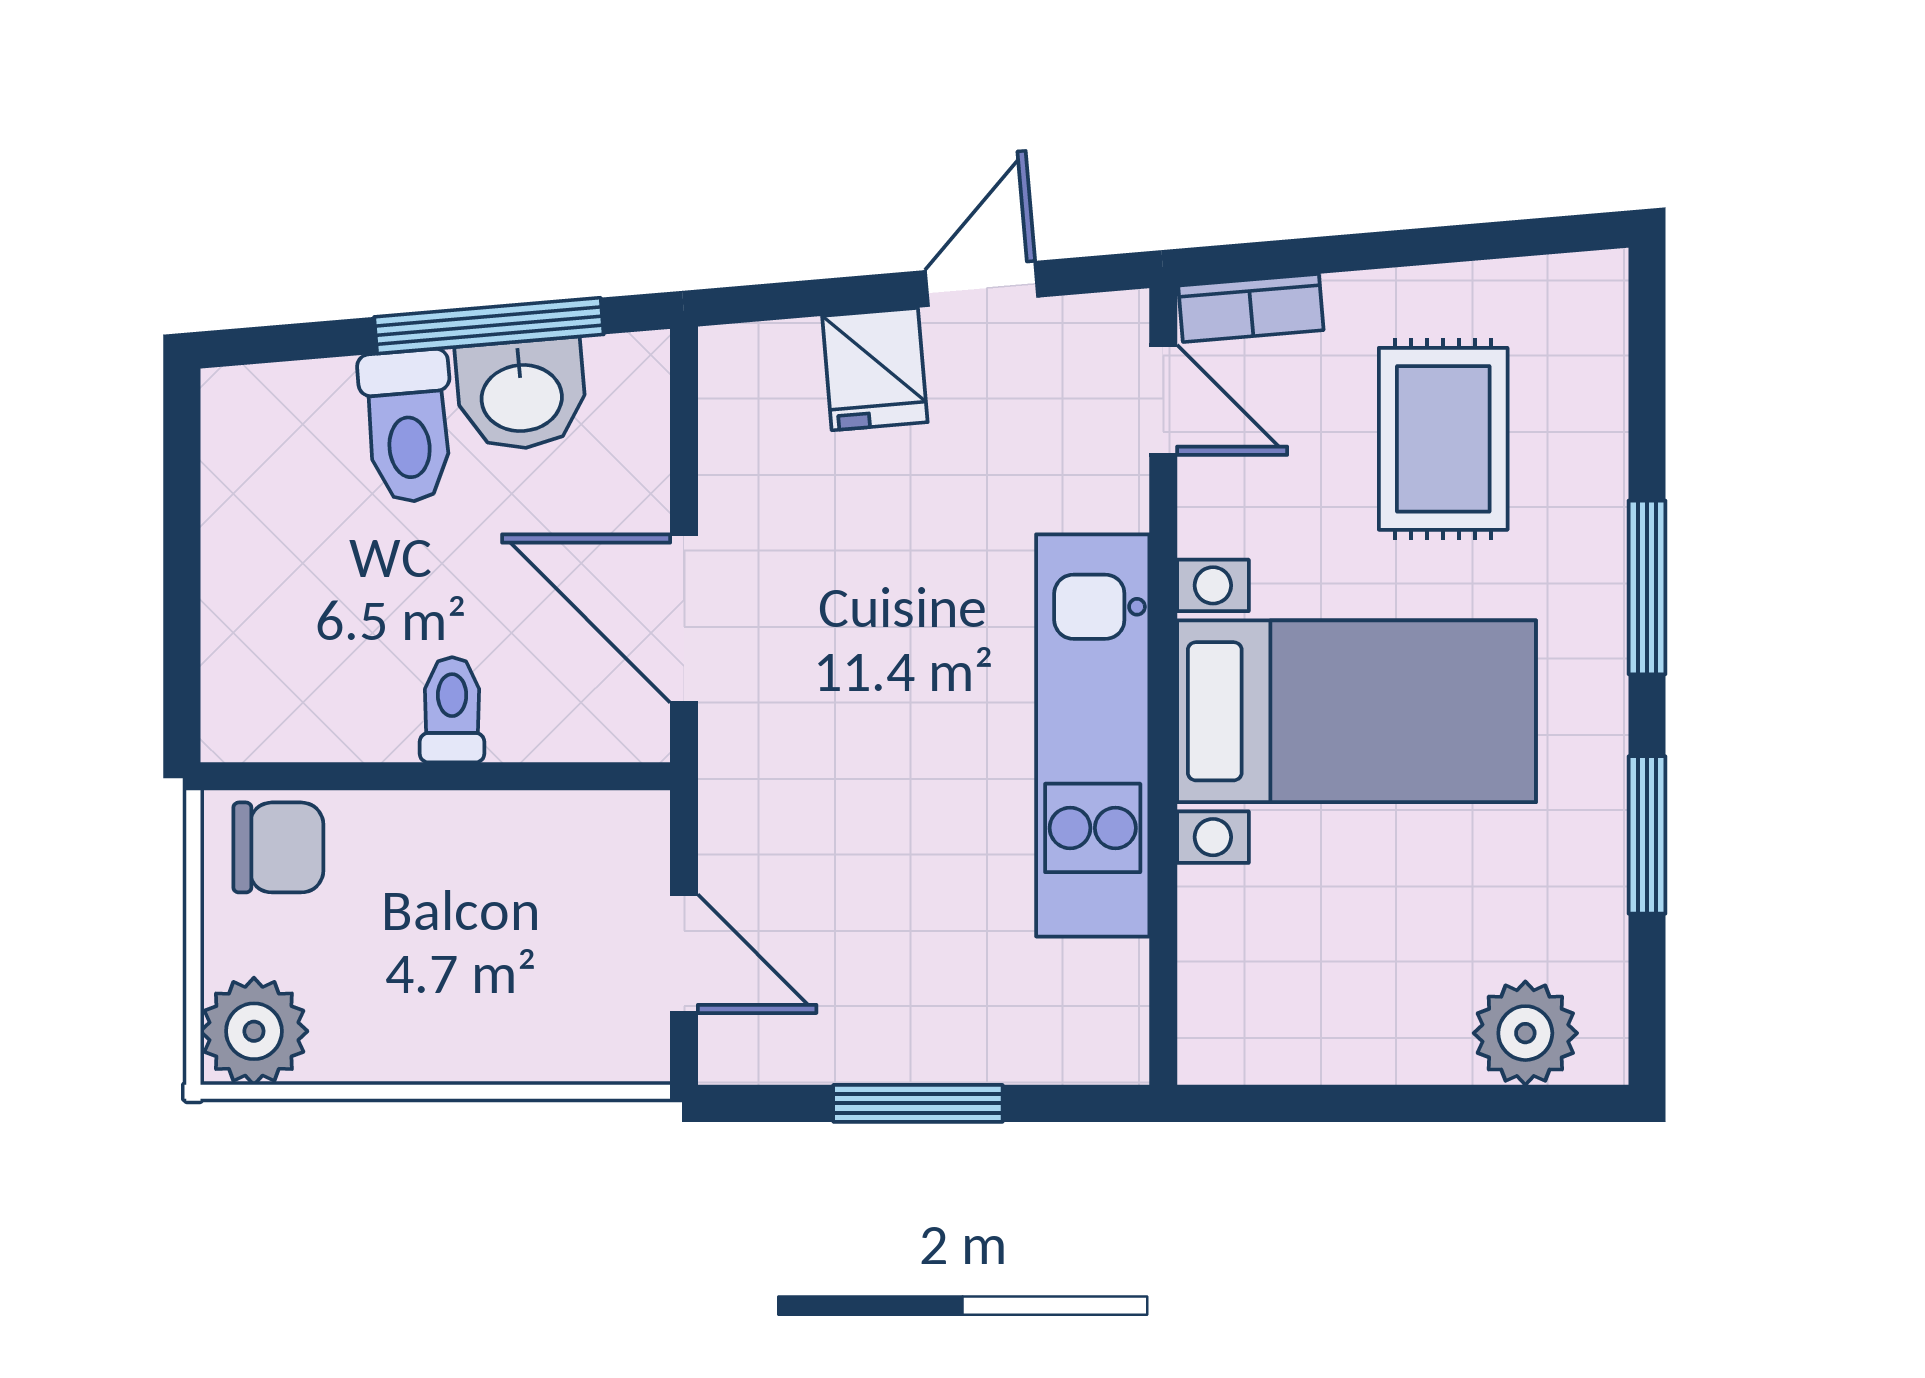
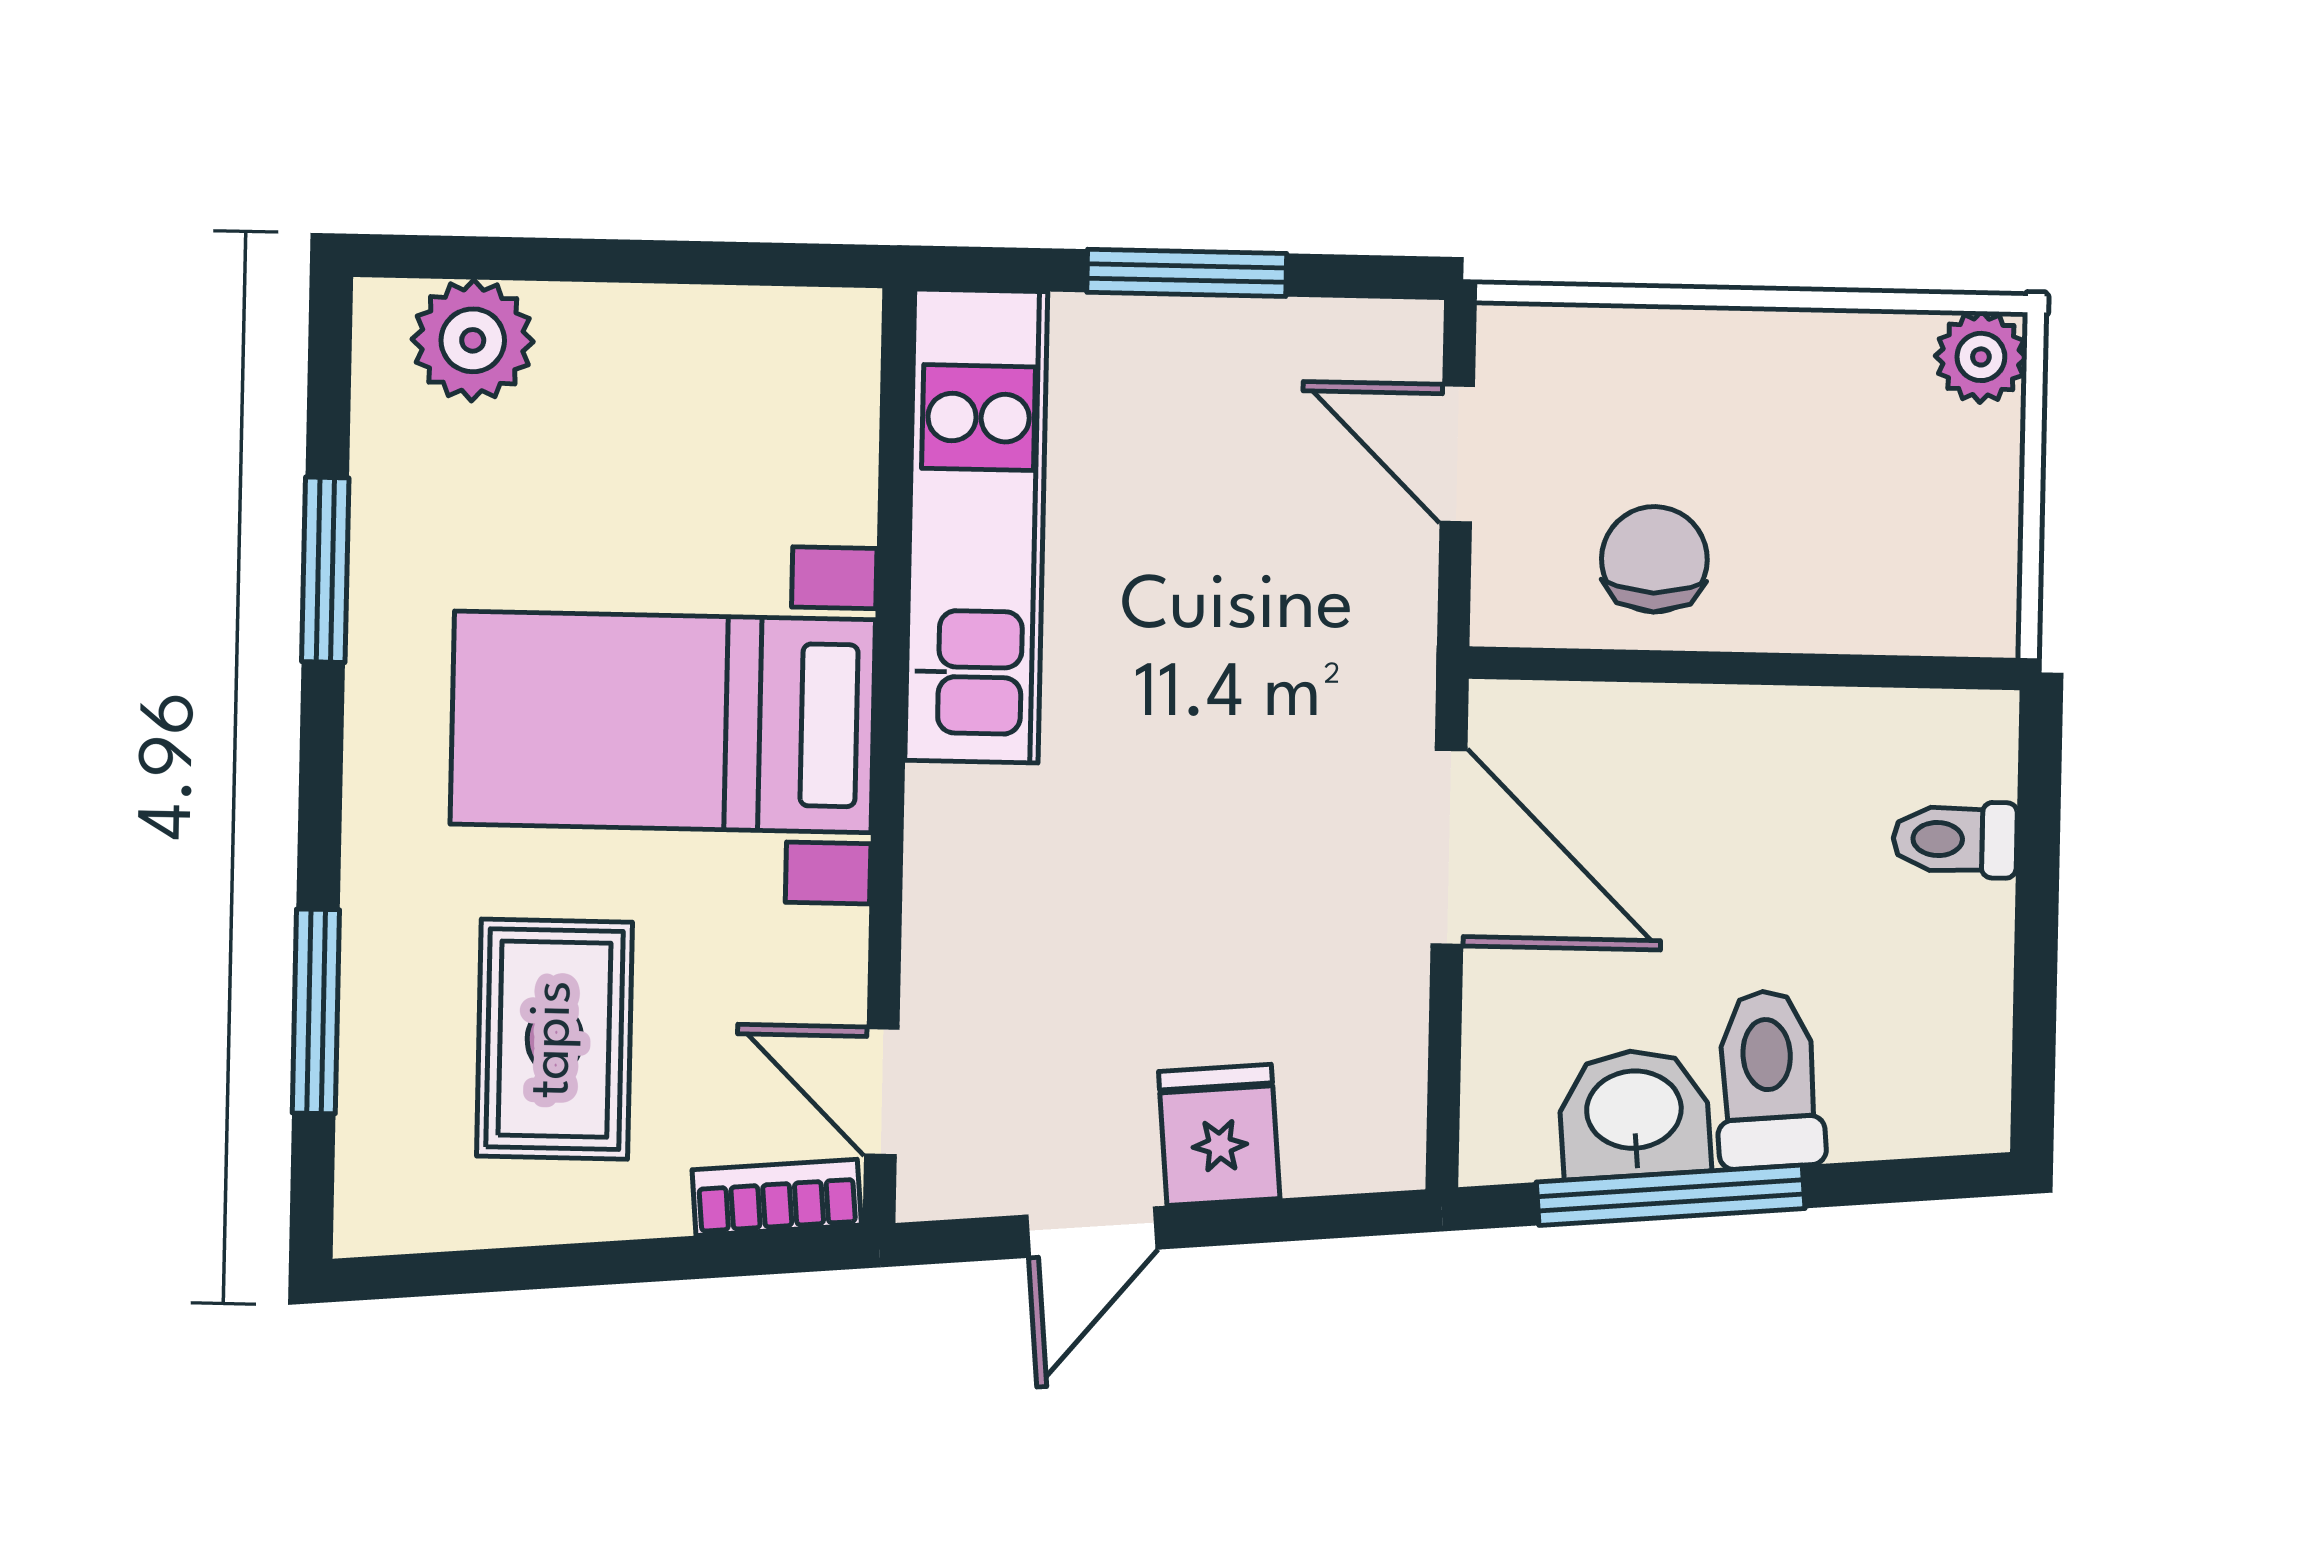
window: (1647, 587) -> (316, 1011), moved
toilet: (452, 710) -> (1955, 839), moved, turned 90
kitchen unit: (1093, 735) -> (976, 526), moved
chair: (278, 847) -> (1654, 559), moved, turned 90
plant: (254, 1031) -> (1981, 357), width x0.73, depth x0.73

